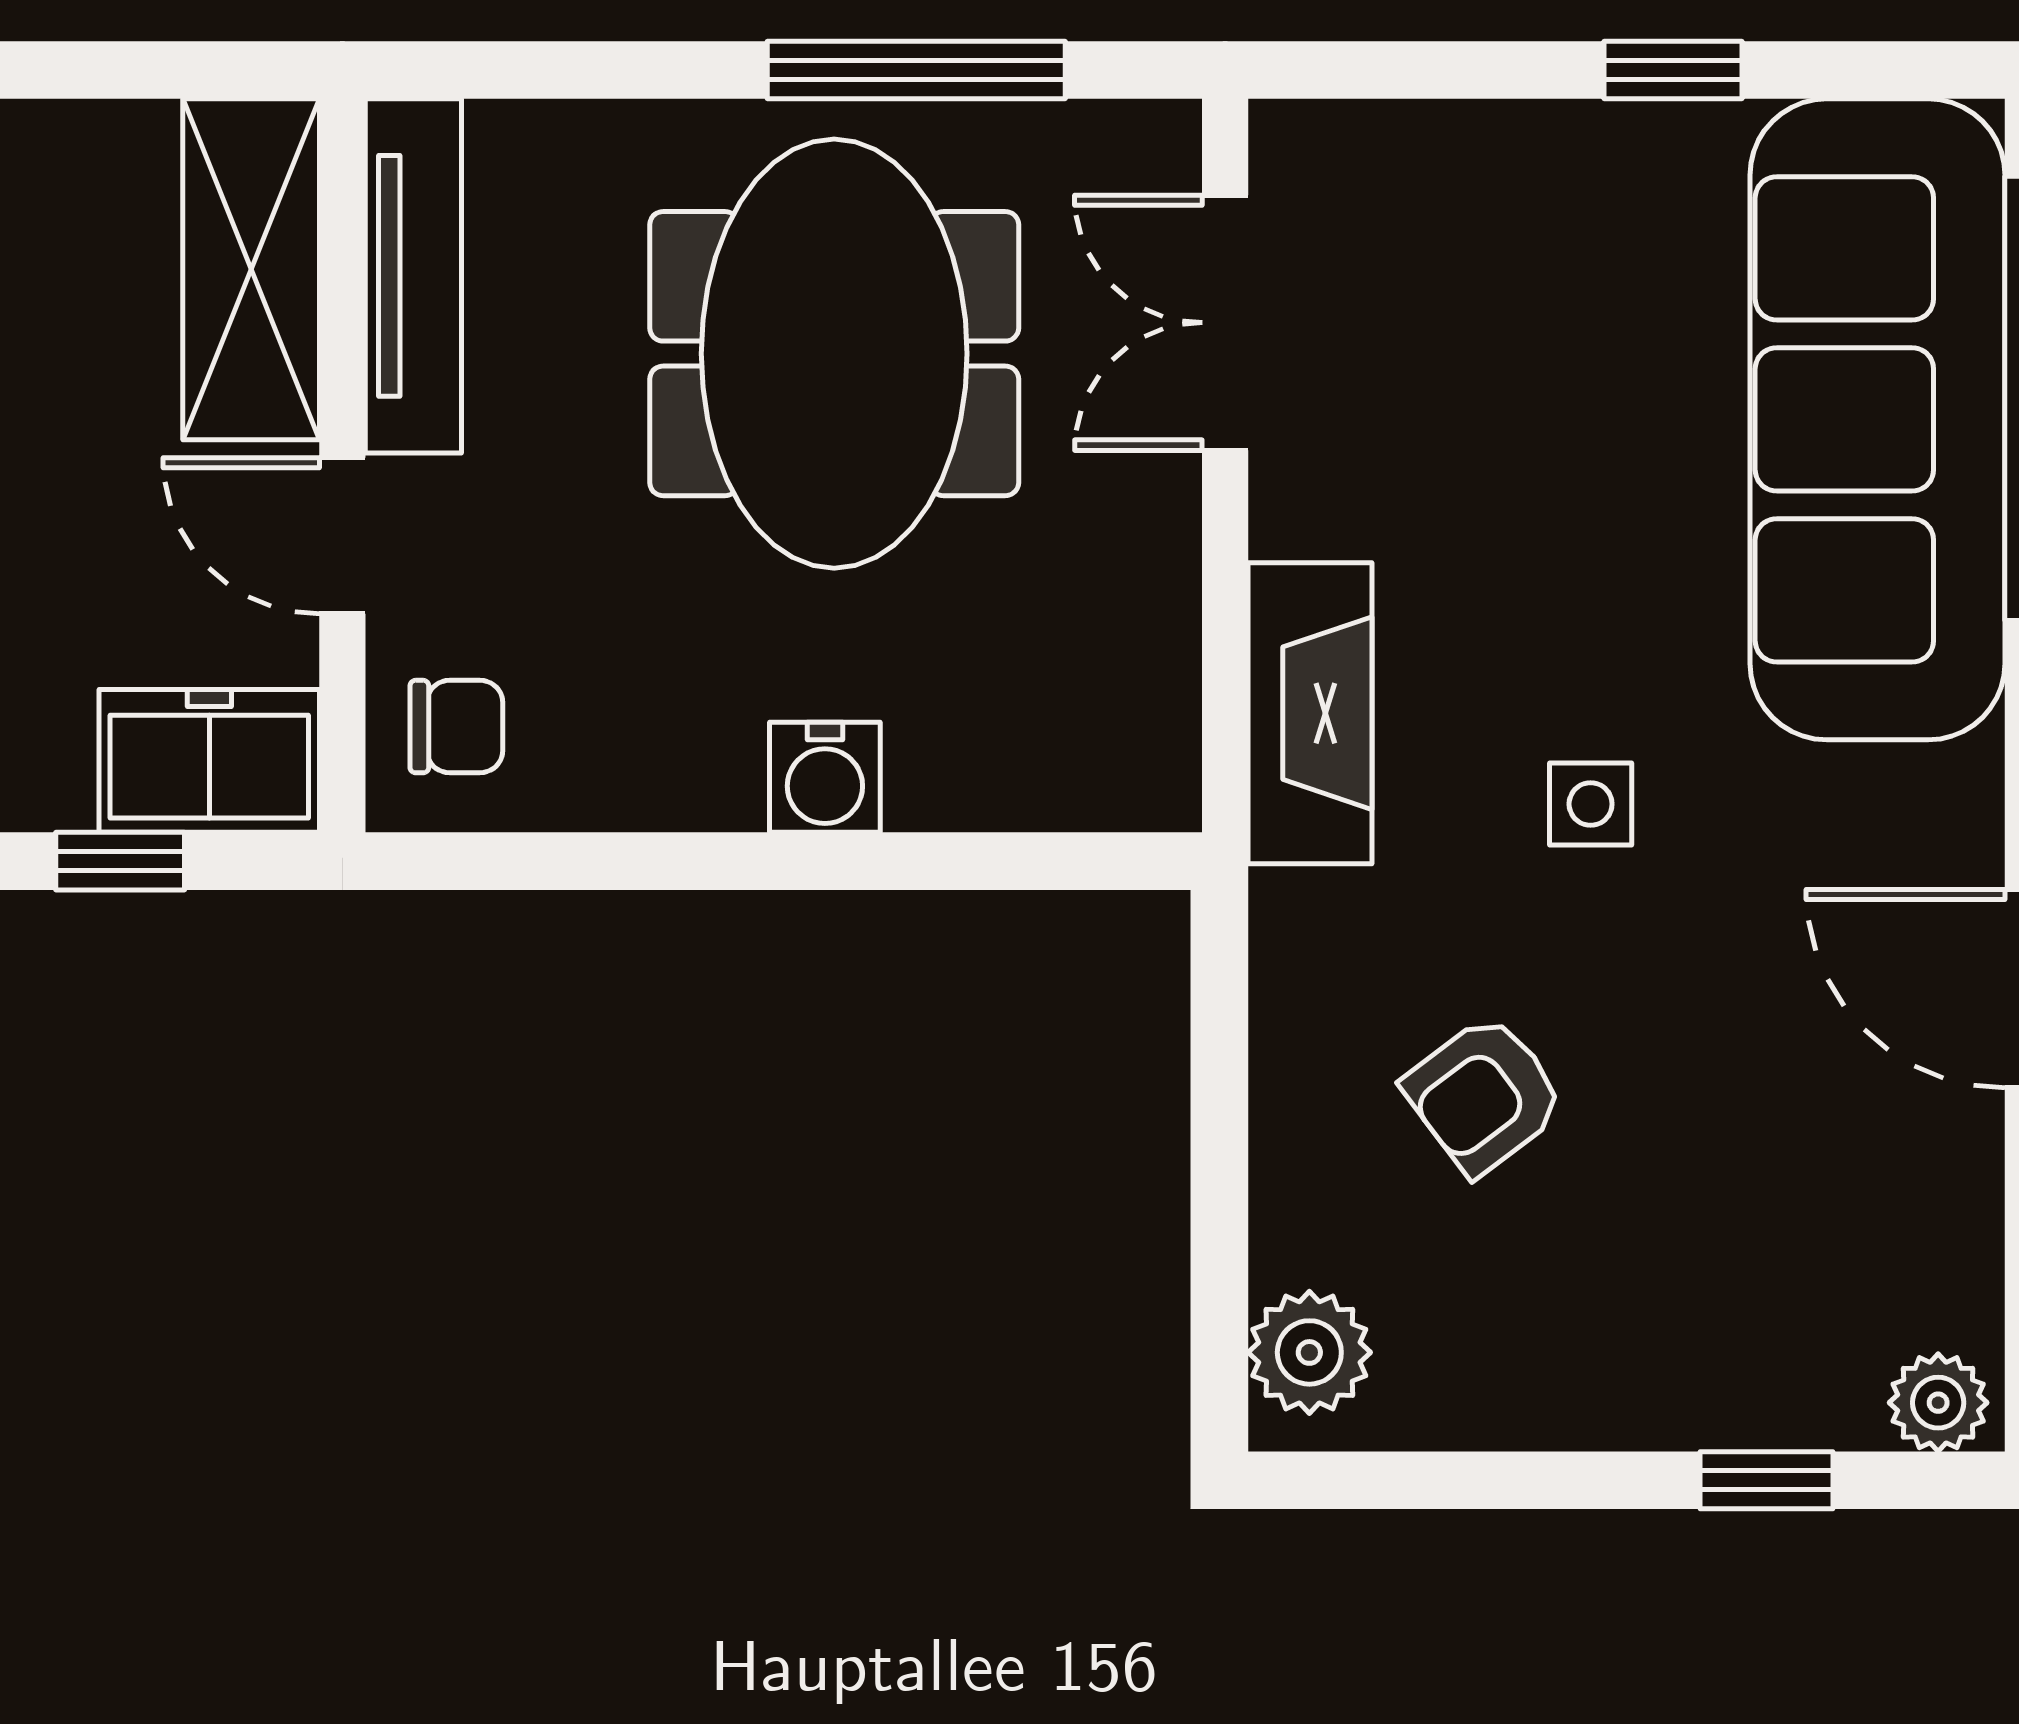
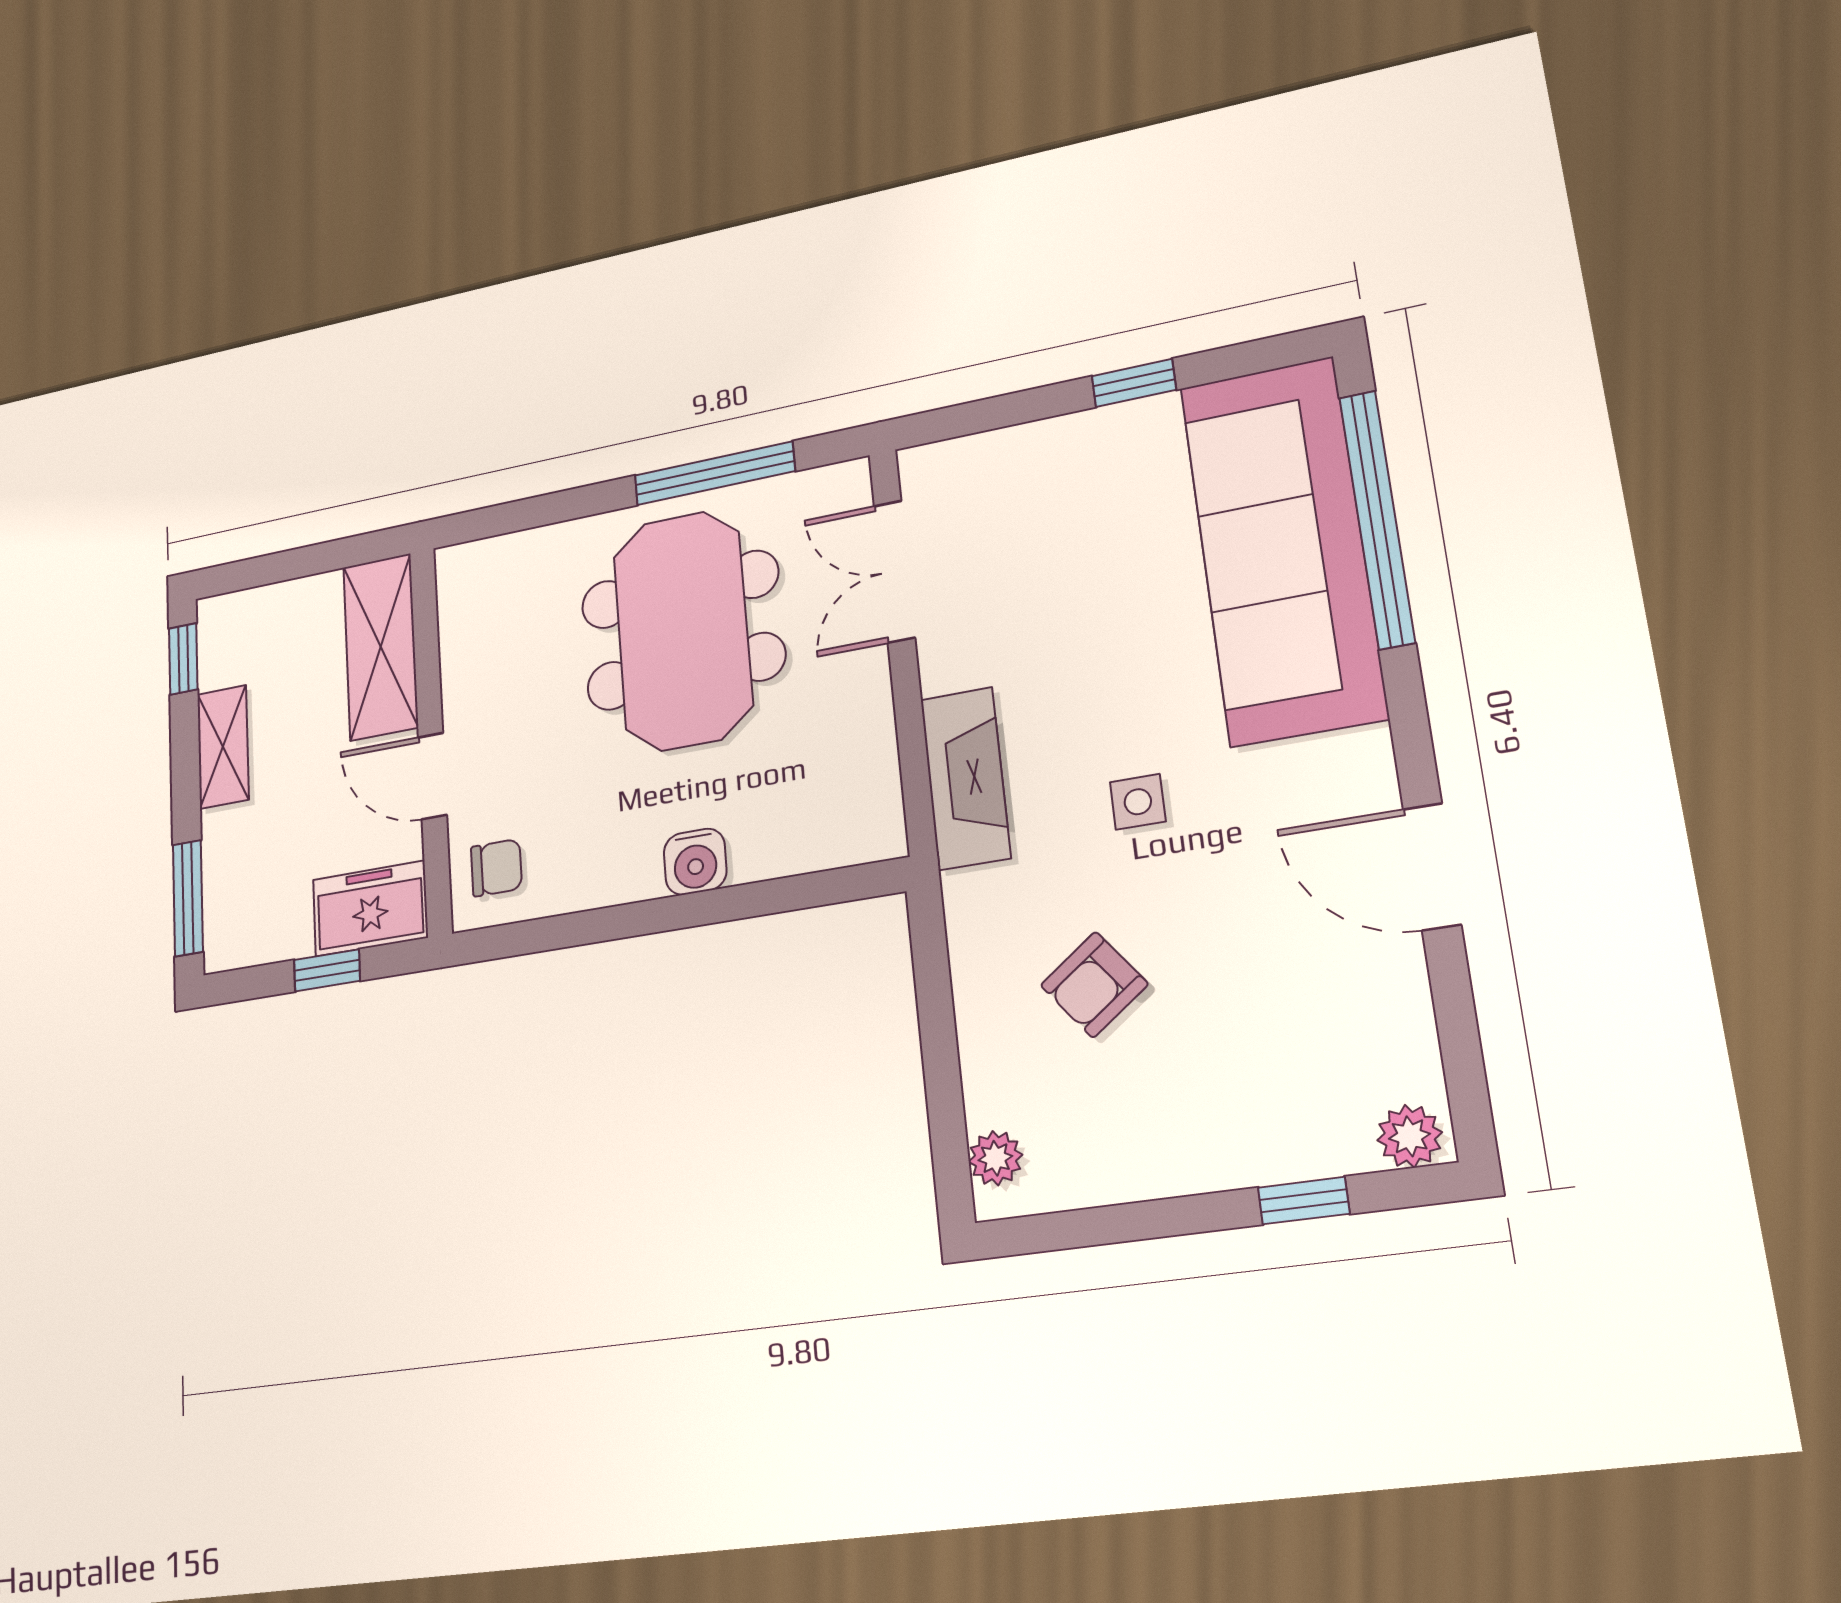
tv unit: (413, 276) -> (462, 634), removed
plant: (1309, 1352) -> (995, 1158), width x0.73, depth x0.73

